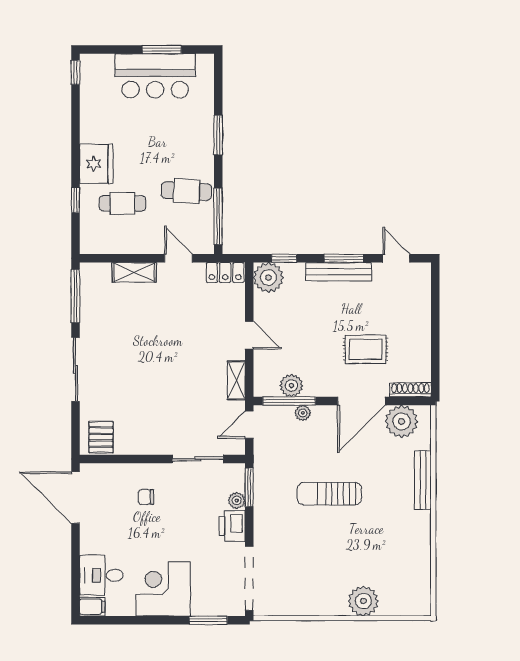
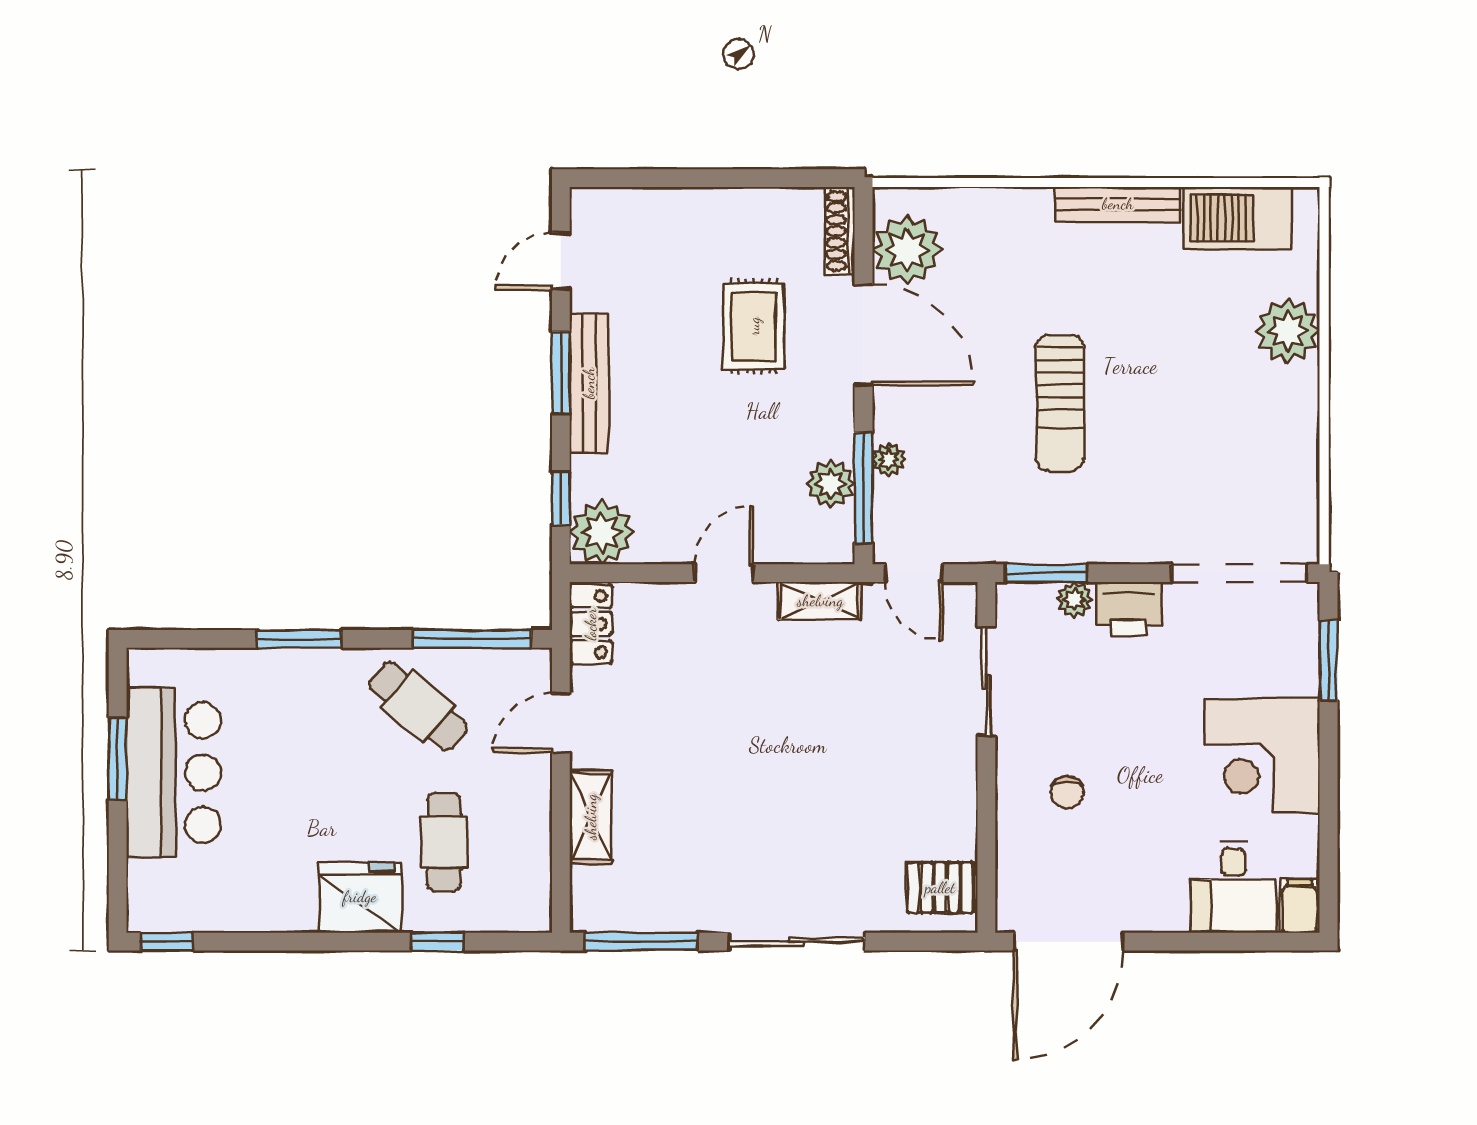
cafe table: (186, 191) -> (418, 706), turned -53
bench: (423, 480) -> (1118, 204), moved
barbecue: (417, 577) -> (1238, 218), added

